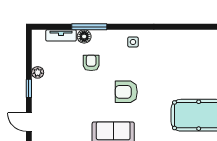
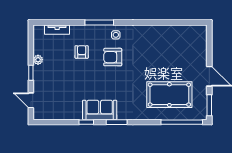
window: (89, 27) -> (99, 23), moved
floor lamp: (84, 36) -> (76, 30), removed
armchair: (126, 92) -> (113, 57), moved

